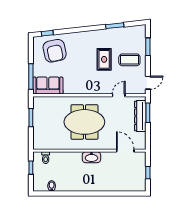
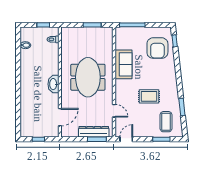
armchair: (55, 51) -> (157, 48), turned -78
coffee table: (129, 60) -> (166, 122), moved
door: (148, 83) -> (126, 139), swing flipped
sofa: (48, 86) -> (123, 64), moved

